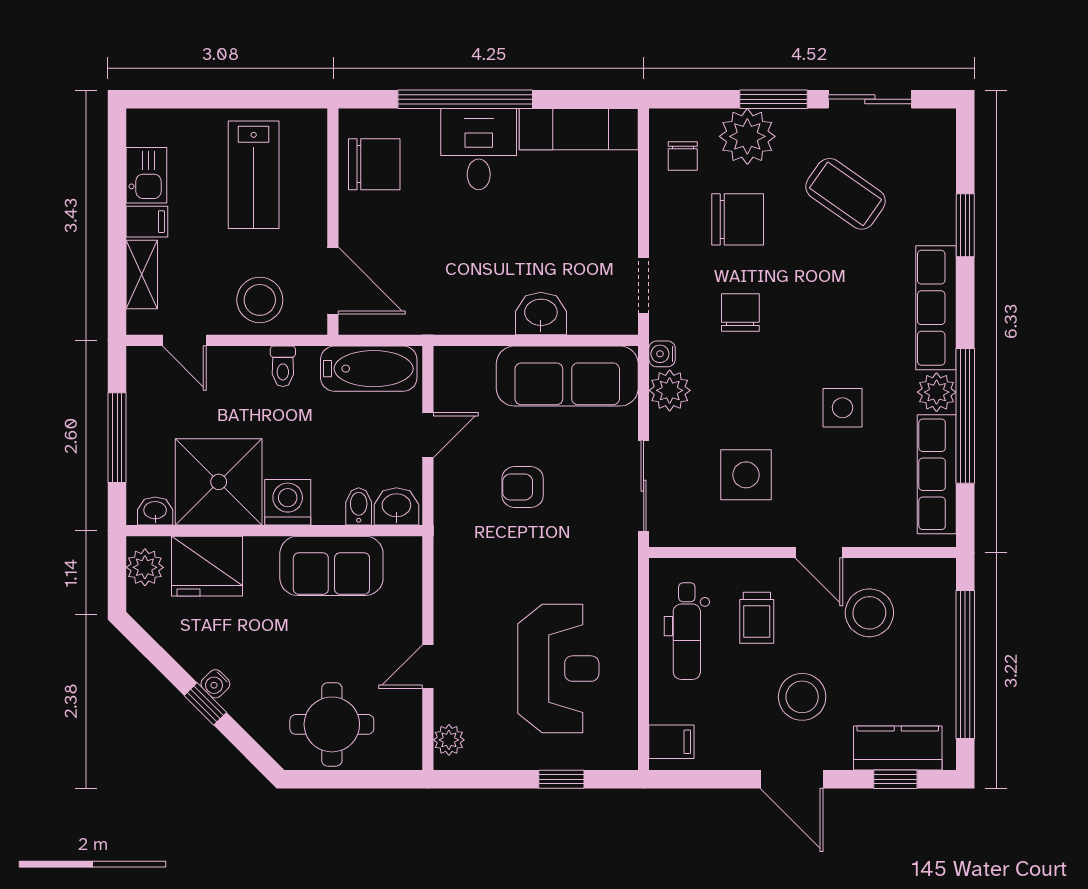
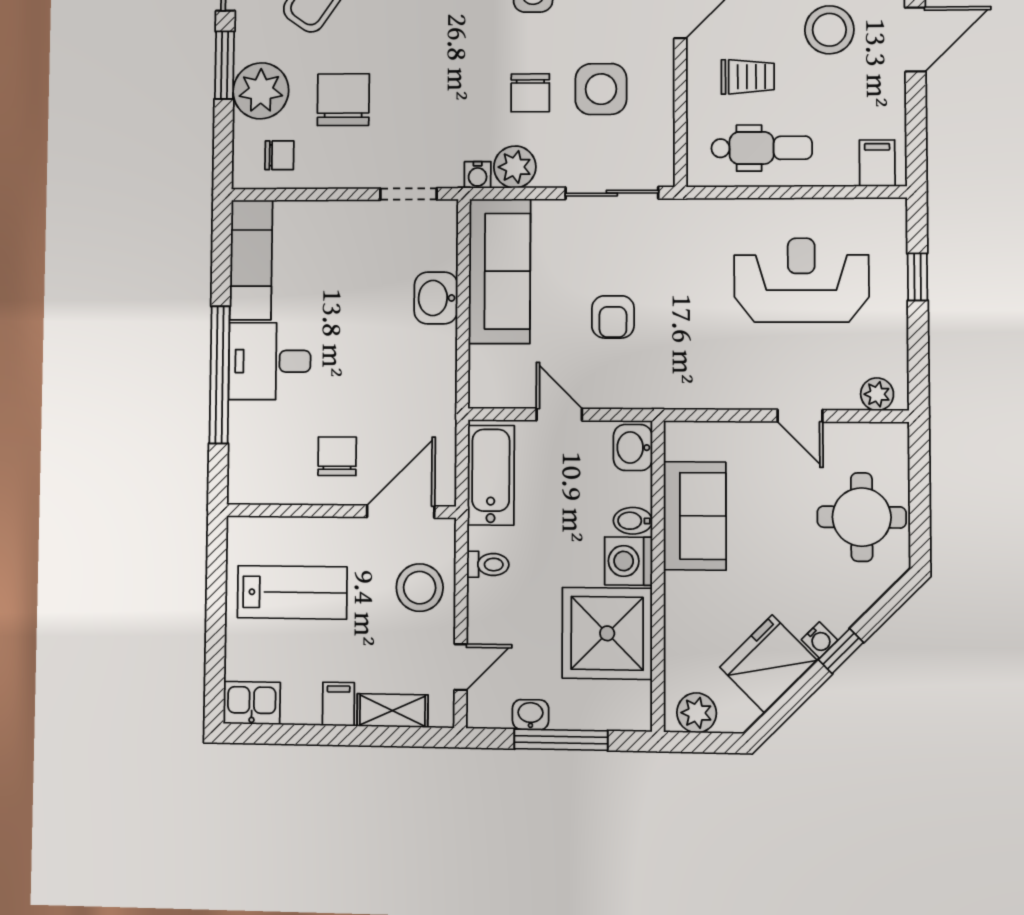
chair: (374, 164) -> (337, 456), moved, width x0.73, depth x0.73
kitchen sink: (146, 175) -> (252, 703), moved
chair: (740, 313) -> (530, 93), moved, turned -90
bidet: (359, 506) -> (633, 521), moved
washbasin: (155, 511) -> (531, 715), moved, turned 90
fridge: (207, 566) -> (768, 664), moved, turned -135

